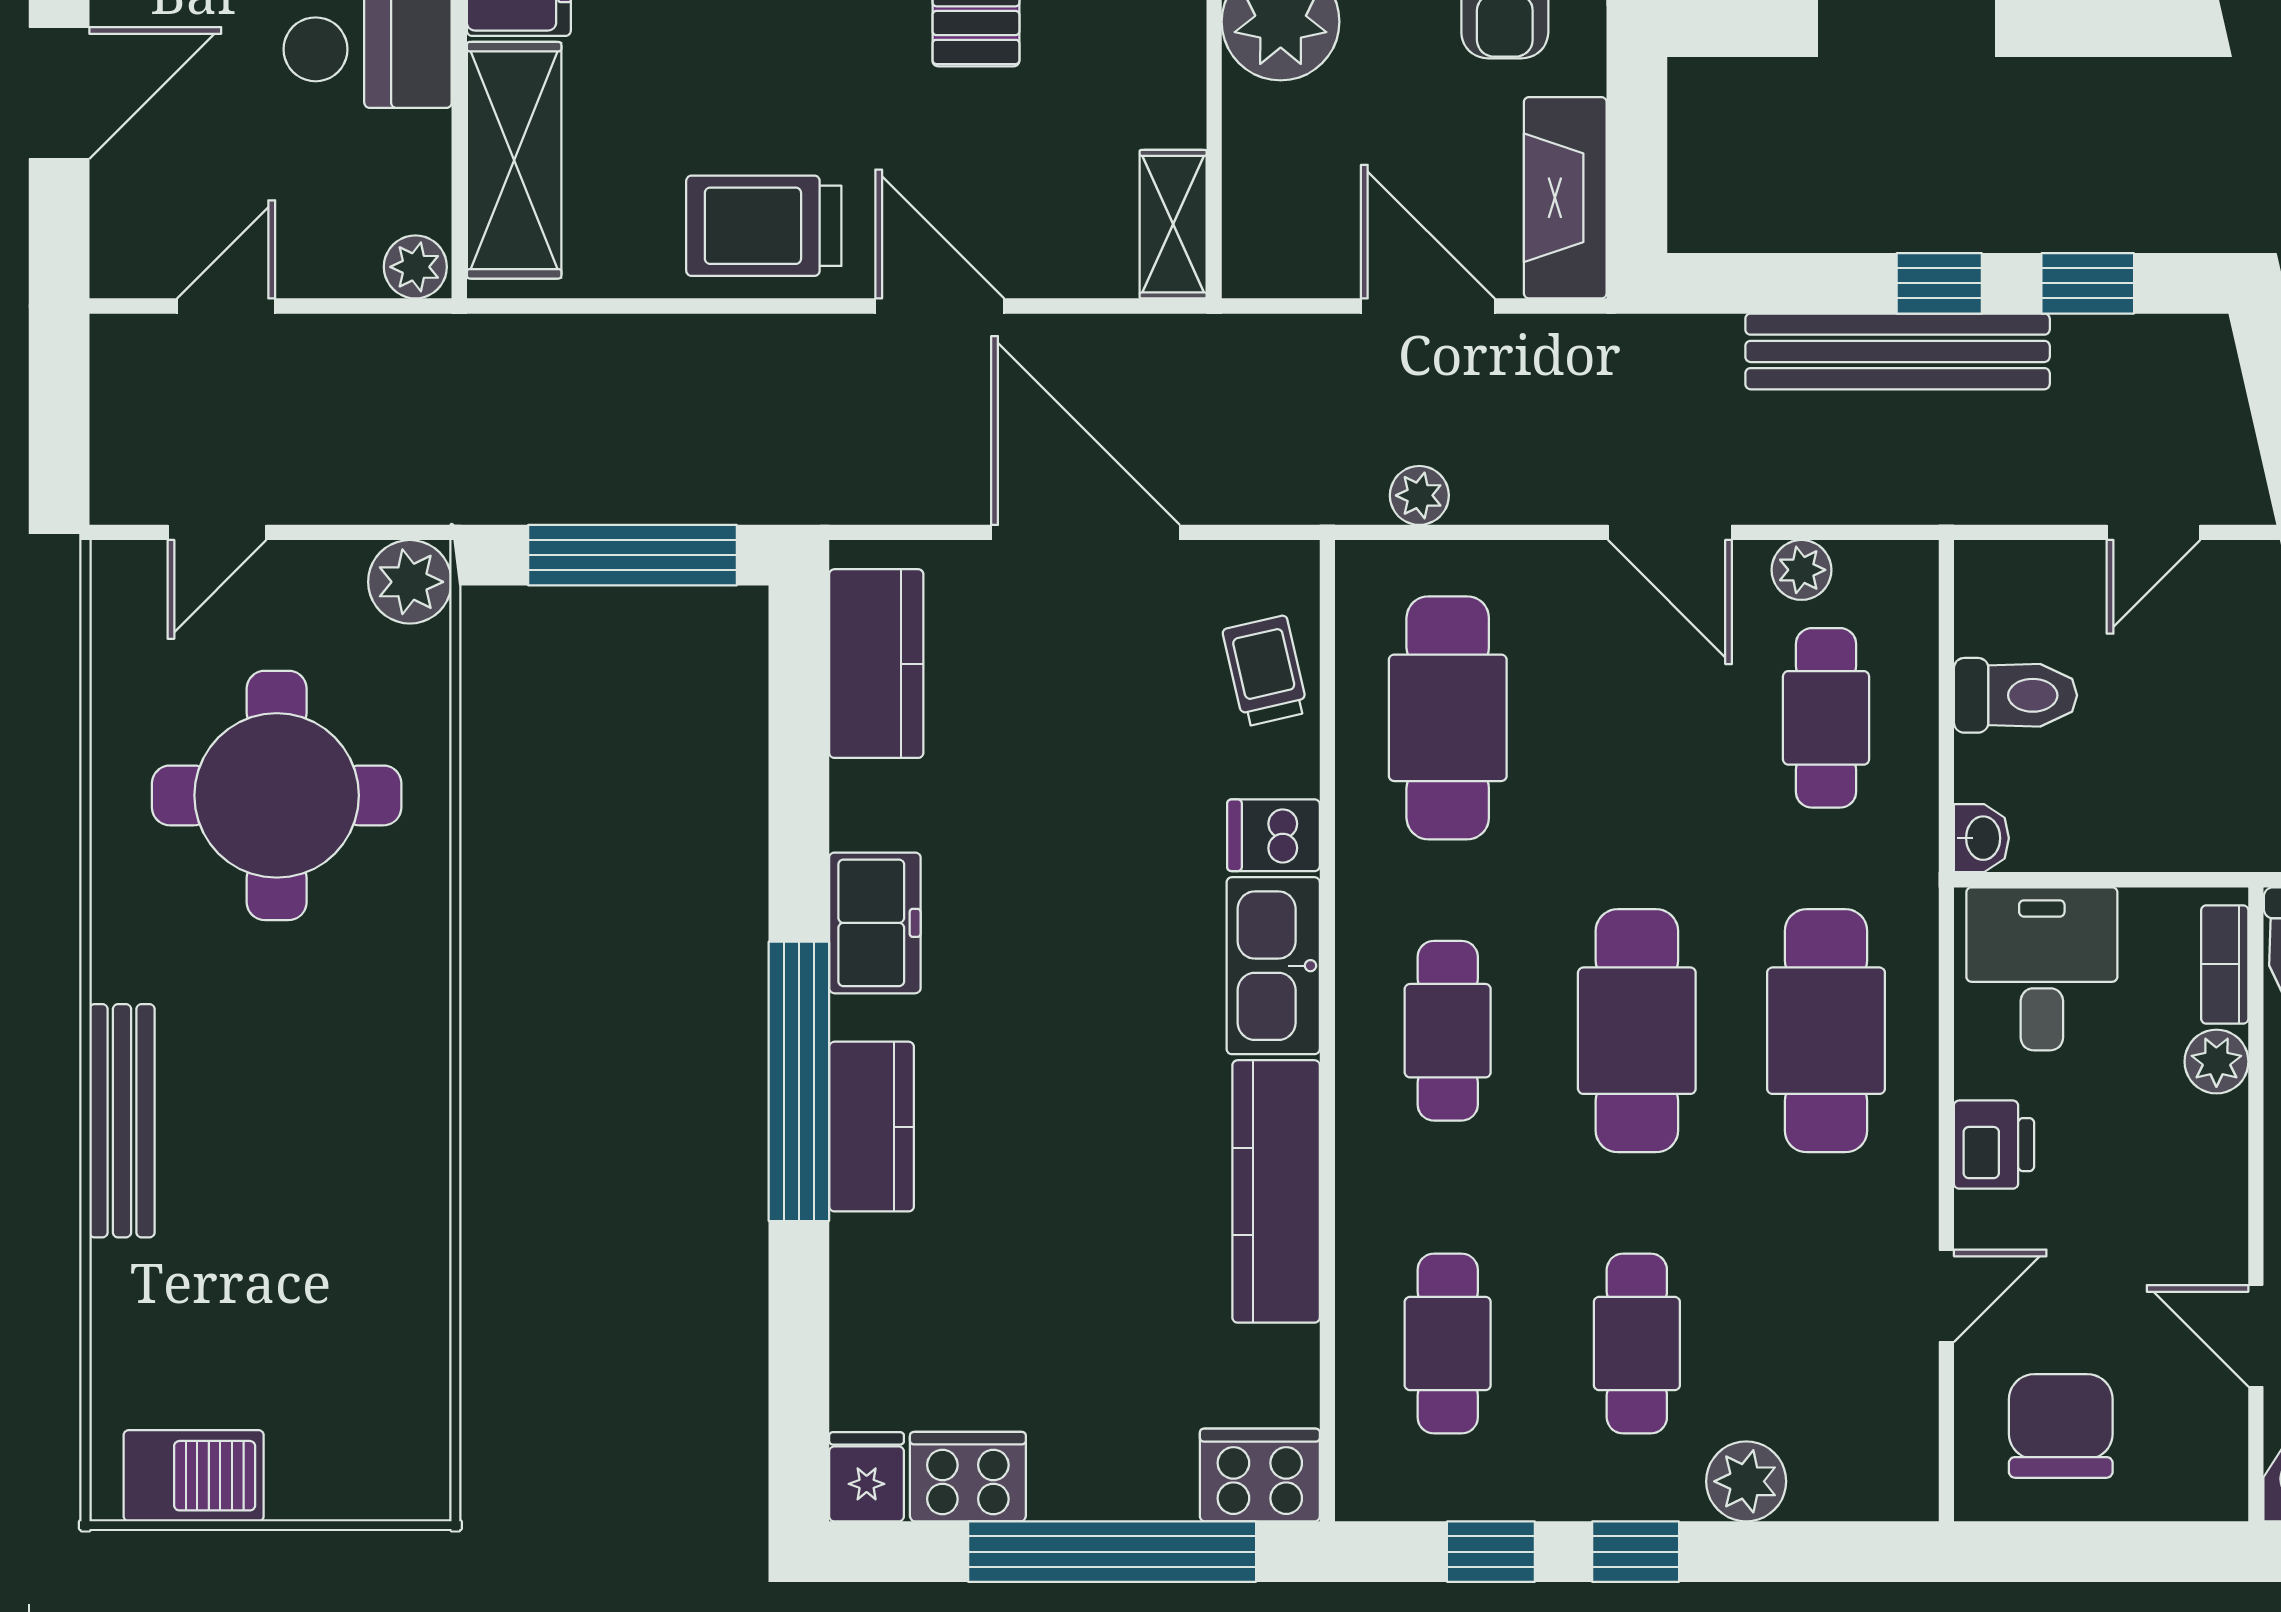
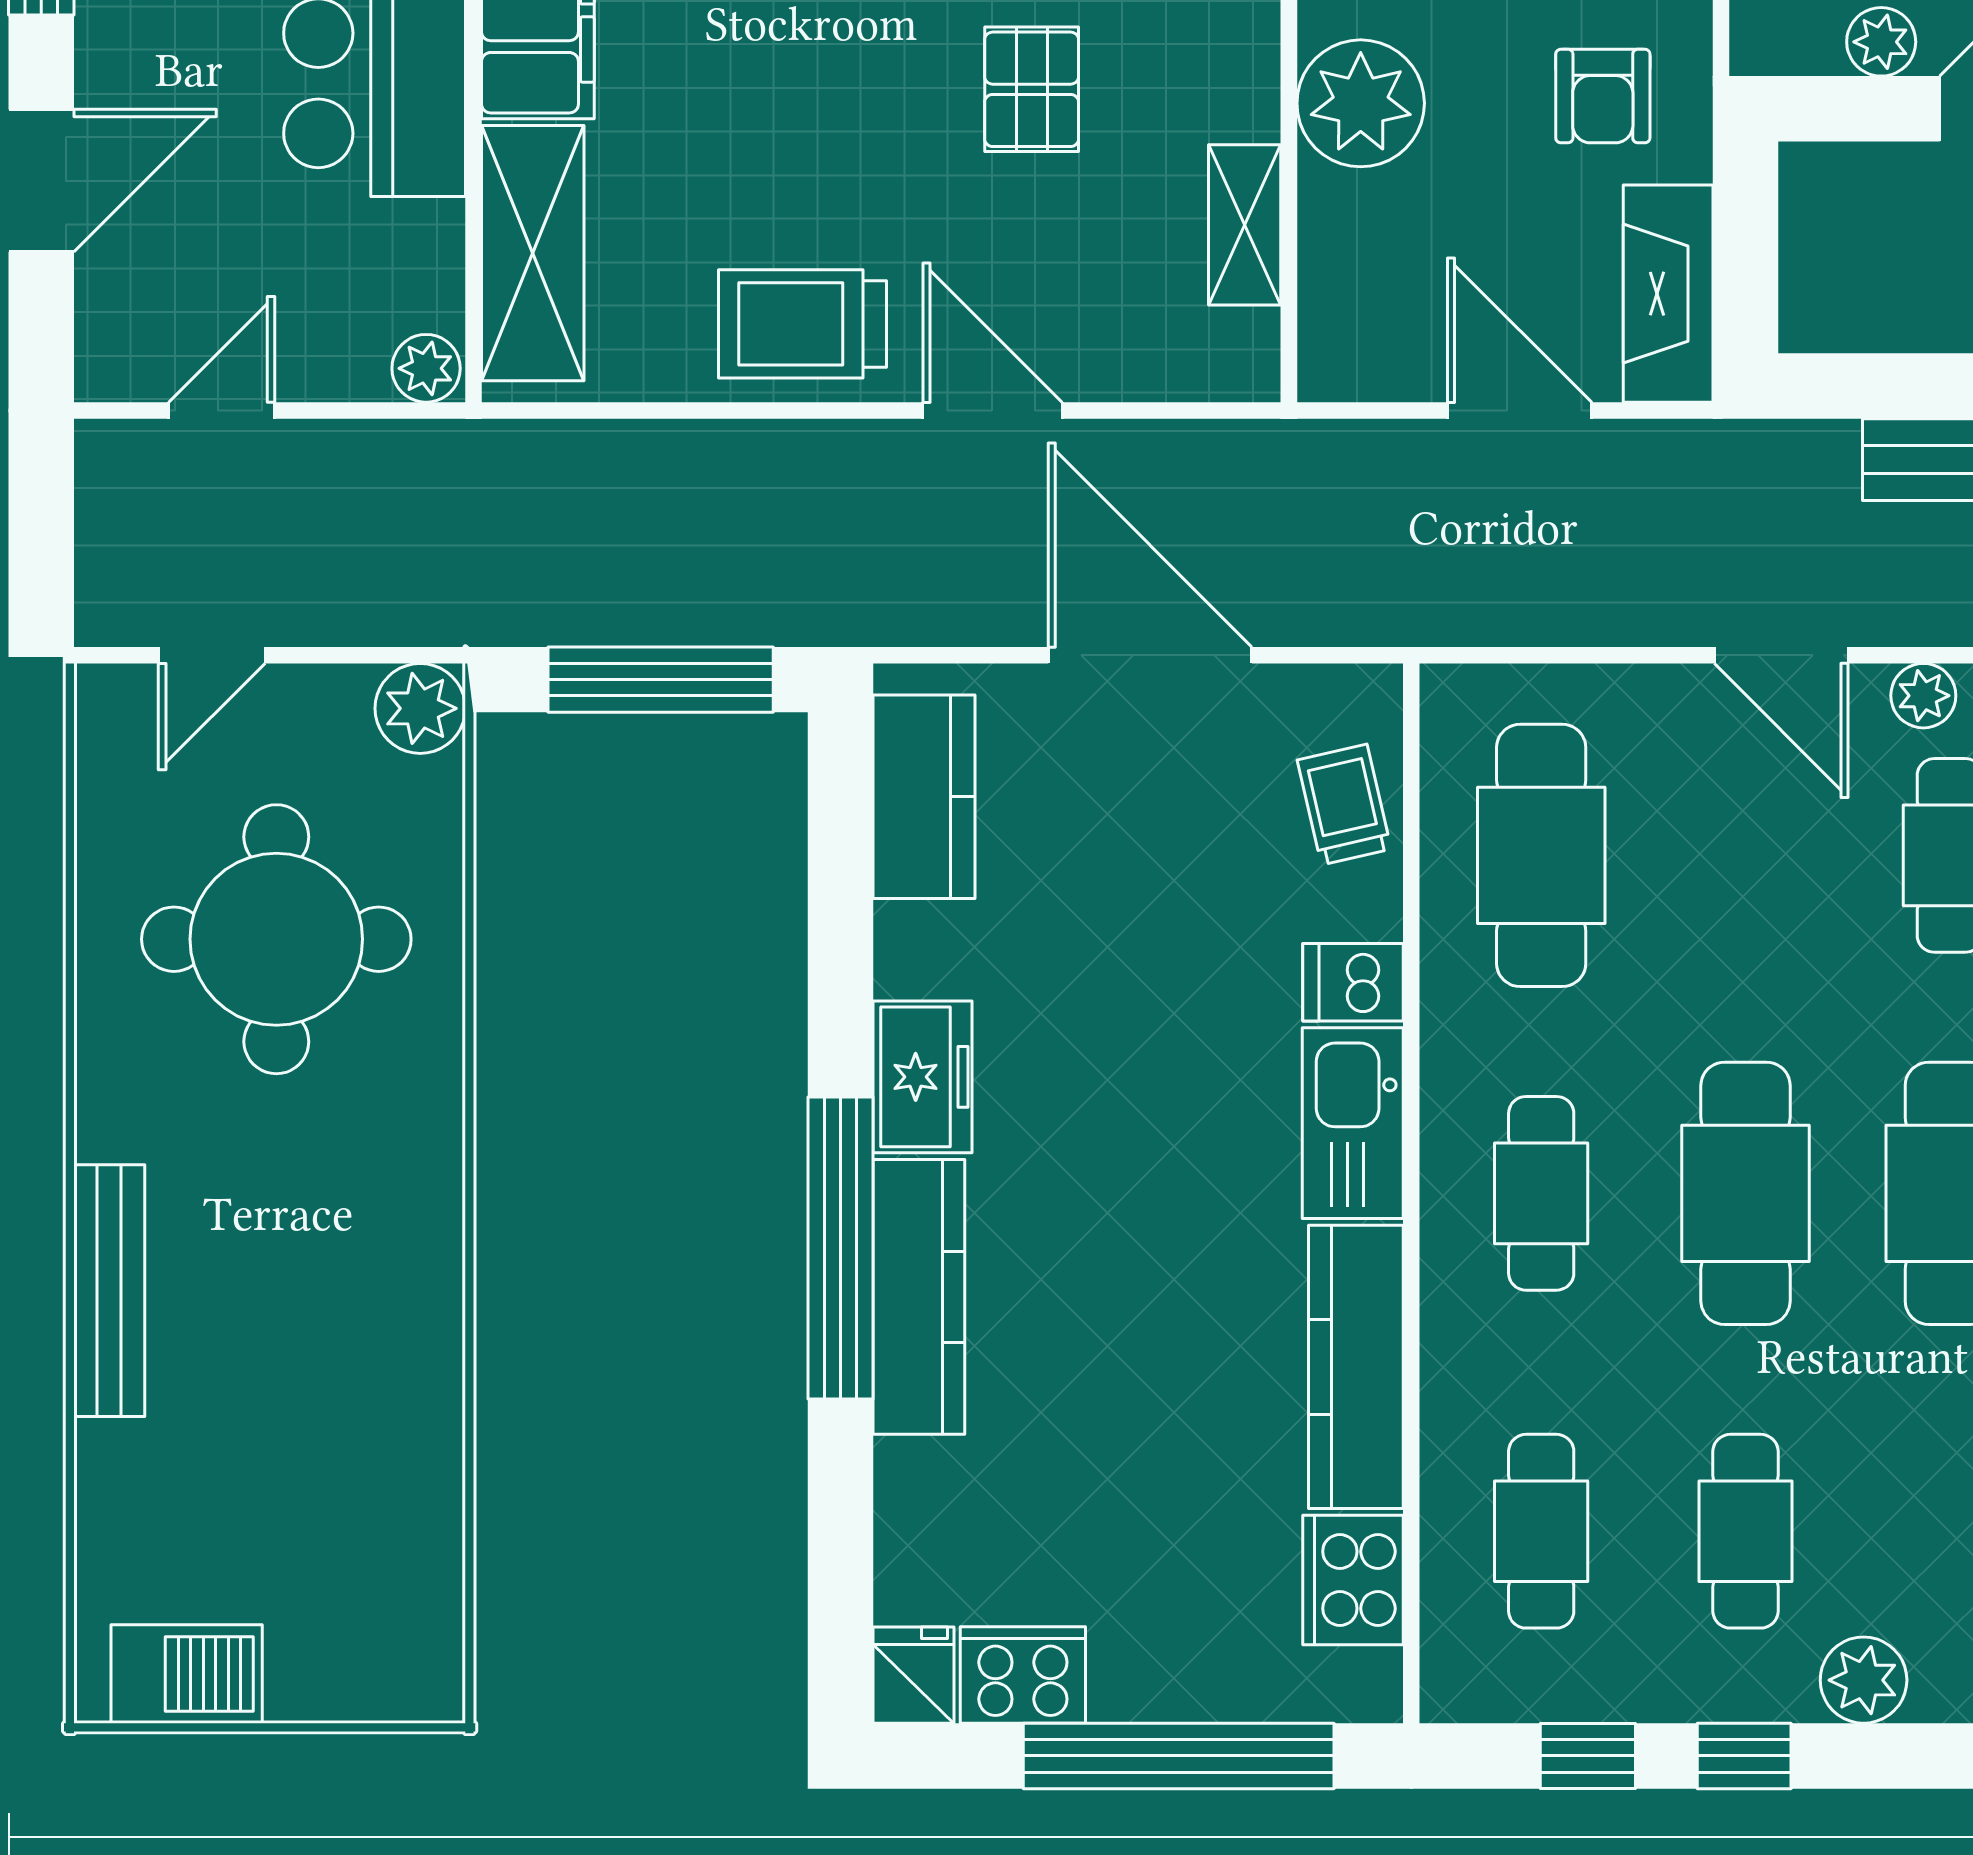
shelving: (1173, 224) -> (1245, 225), moved
plant: (1419, 495) -> (1511, 615), removed
kitchen counter: (872, 1127) -> (919, 1297), width x1.50
cooker: (1260, 1475) -> (1353, 1580), moved, turned -90

